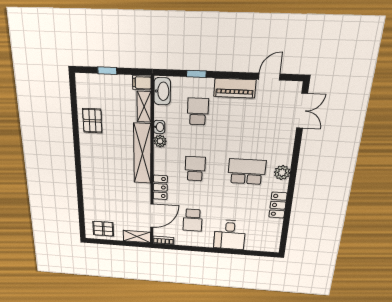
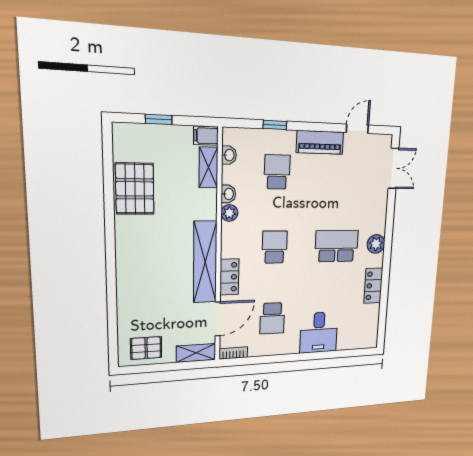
washbasin: (162, 91) -> (229, 155), width x0.52, depth x0.69
pallet: (92, 121) -> (135, 189), width x1.50, depth x1.42
shelving: (142, 154) -> (205, 262), moved

